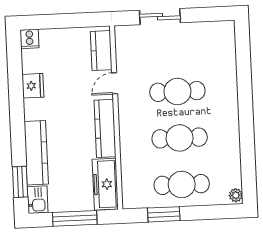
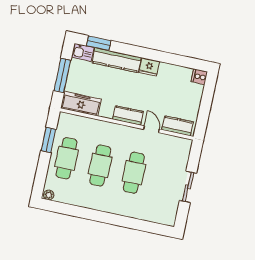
sliding door: (160, 17) -> (188, 187), moved
fridge: (33, 86) -> (149, 67), moved
kitchen counter: (105, 128) -> (128, 115), width x0.67

